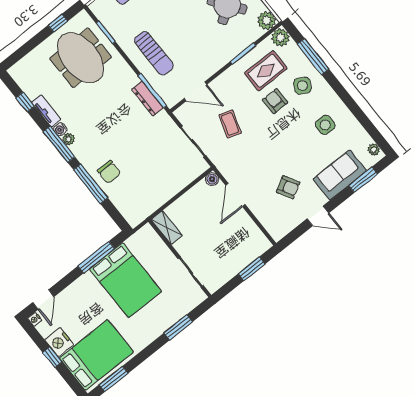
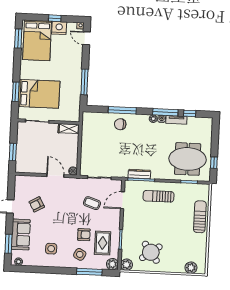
window: (59, 144) -> (165, 112), moved
bed: (126, 280) -> (39, 94), moved, turned 180

